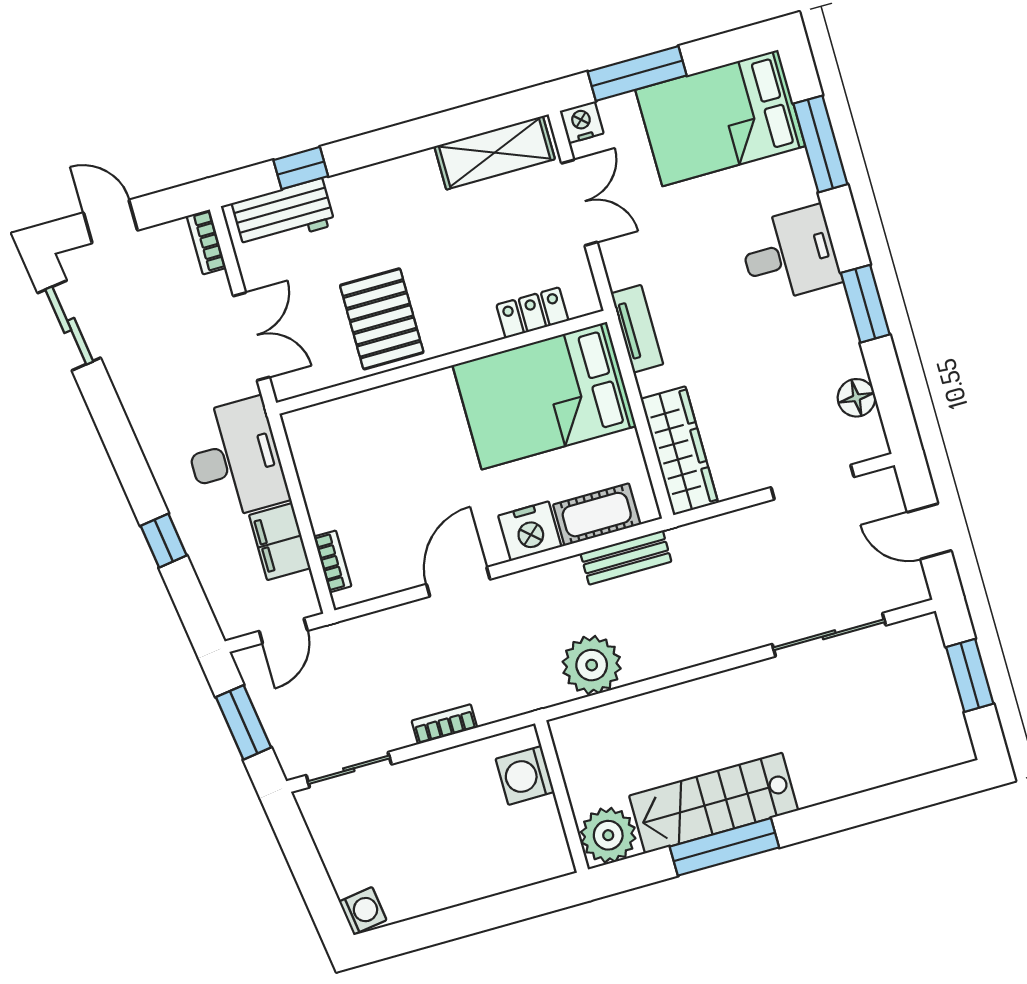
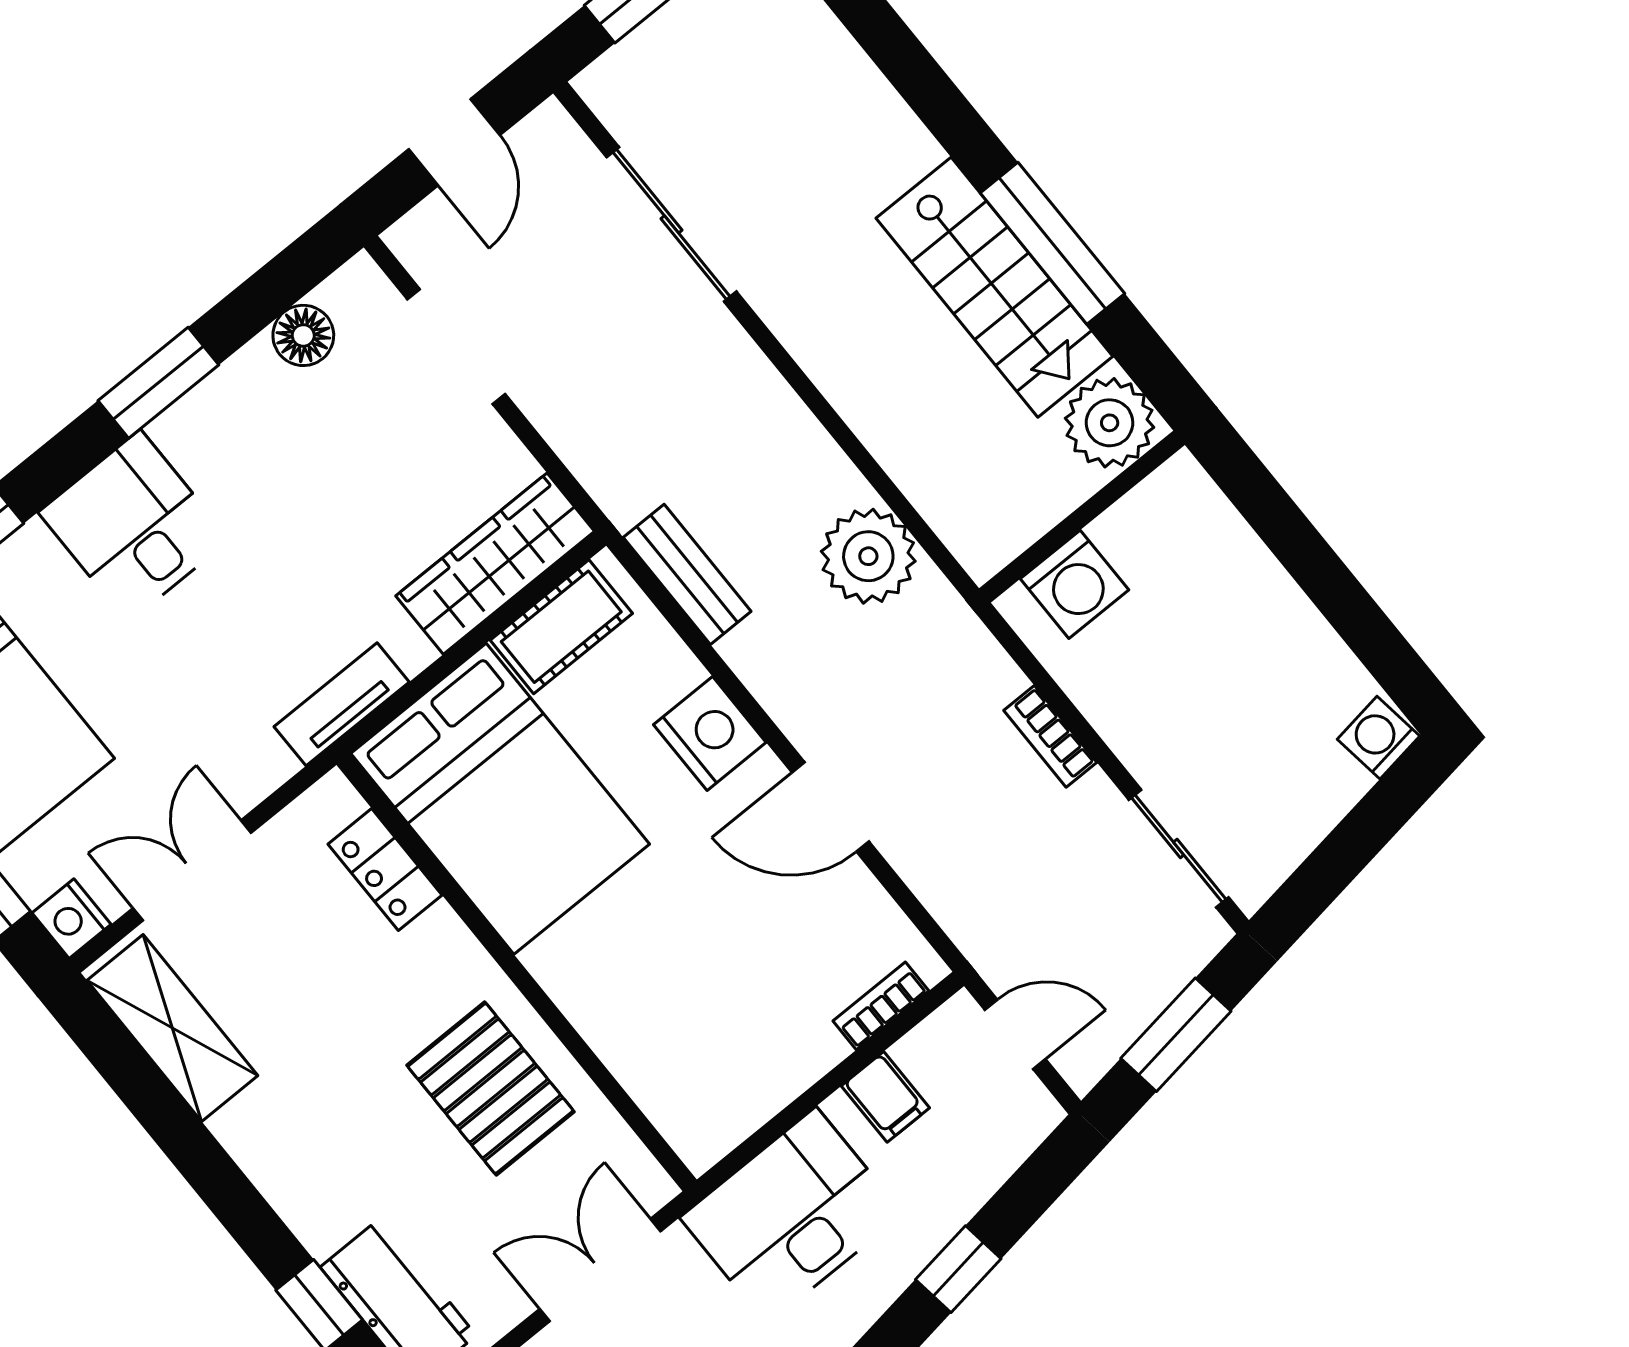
pallet: (382, 319) -> (491, 1089), turned 90
cot: (597, 515) -> (561, 627), moved, turned 90
filing cabinet: (280, 542) -> (885, 1097), width x0.50

